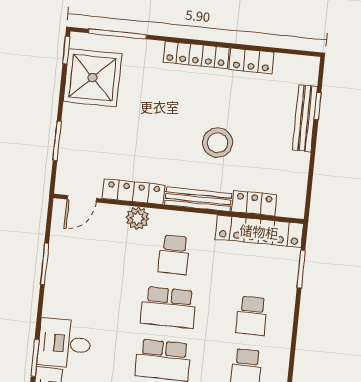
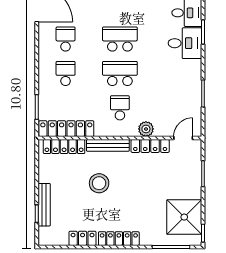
locker: (254, 203) -> (64, 146), width x1.53

